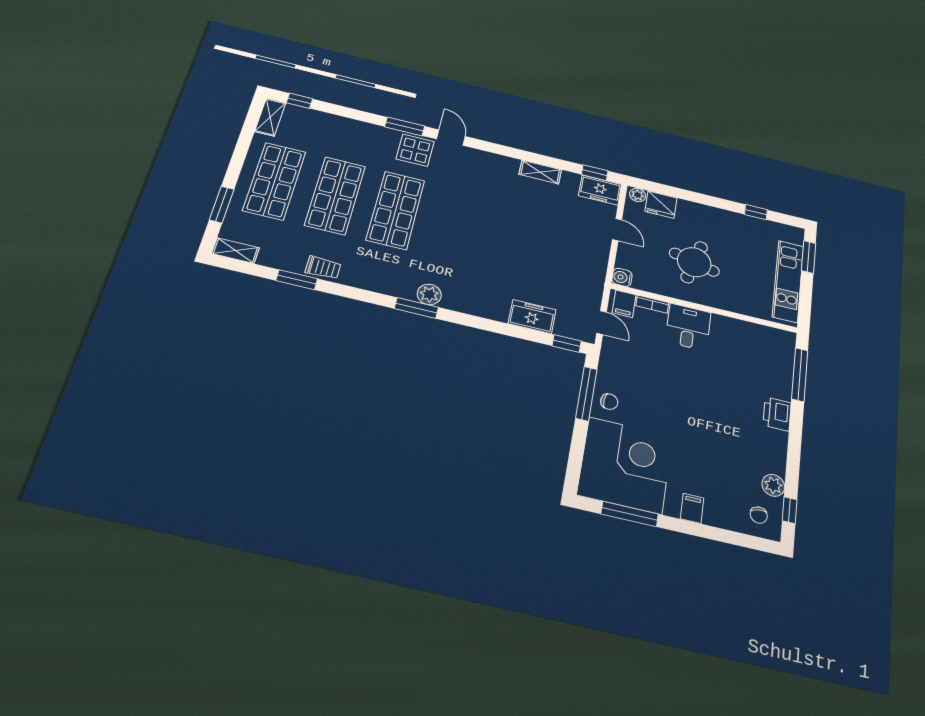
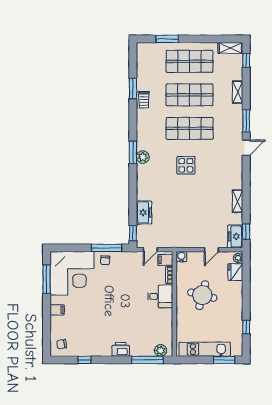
display table: (415, 150) -> (186, 165), moved
shelving: (235, 251) -> (238, 92), moved
plant: (773, 485) -> (161, 350), moved
window: (790, 510) -> (85, 360), moved

